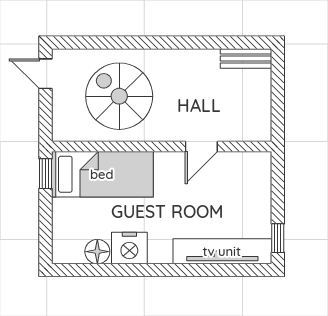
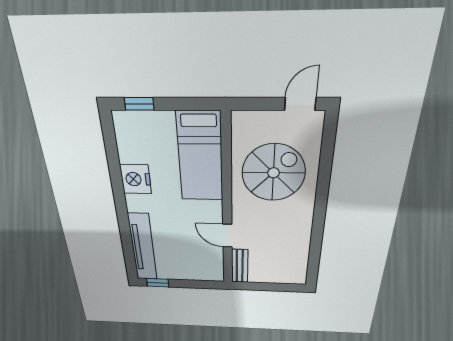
bench: (246, 58) -> (240, 266), moved
window: (45, 174) -> (139, 104), moved
floor lamp: (97, 252) -> (129, 152), removed

